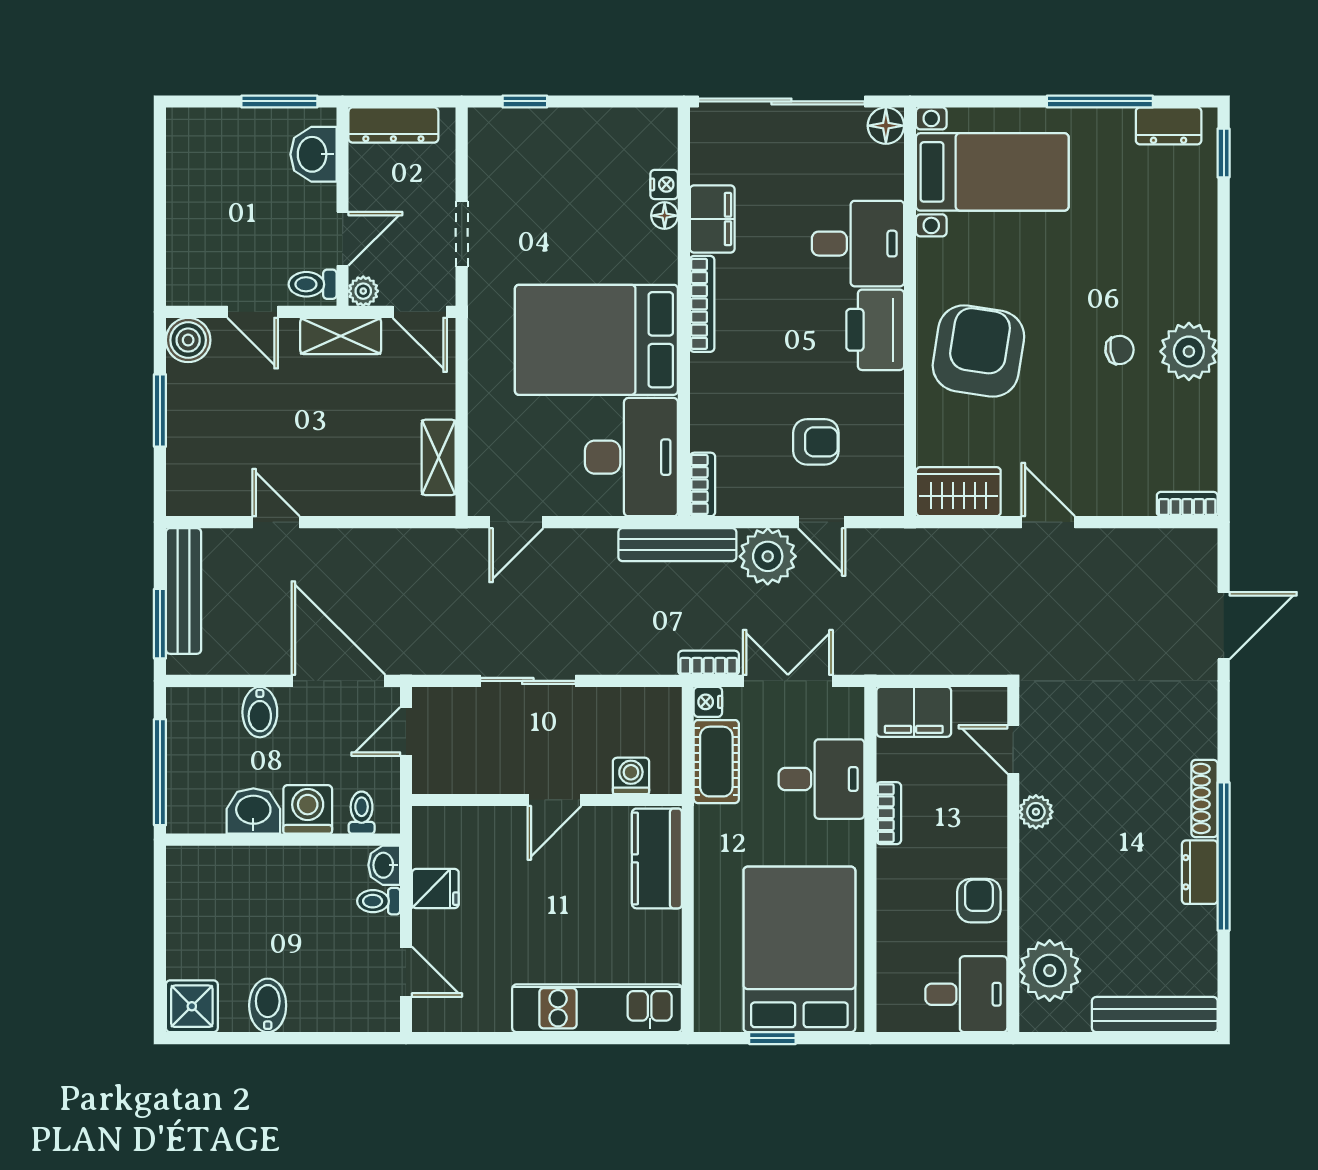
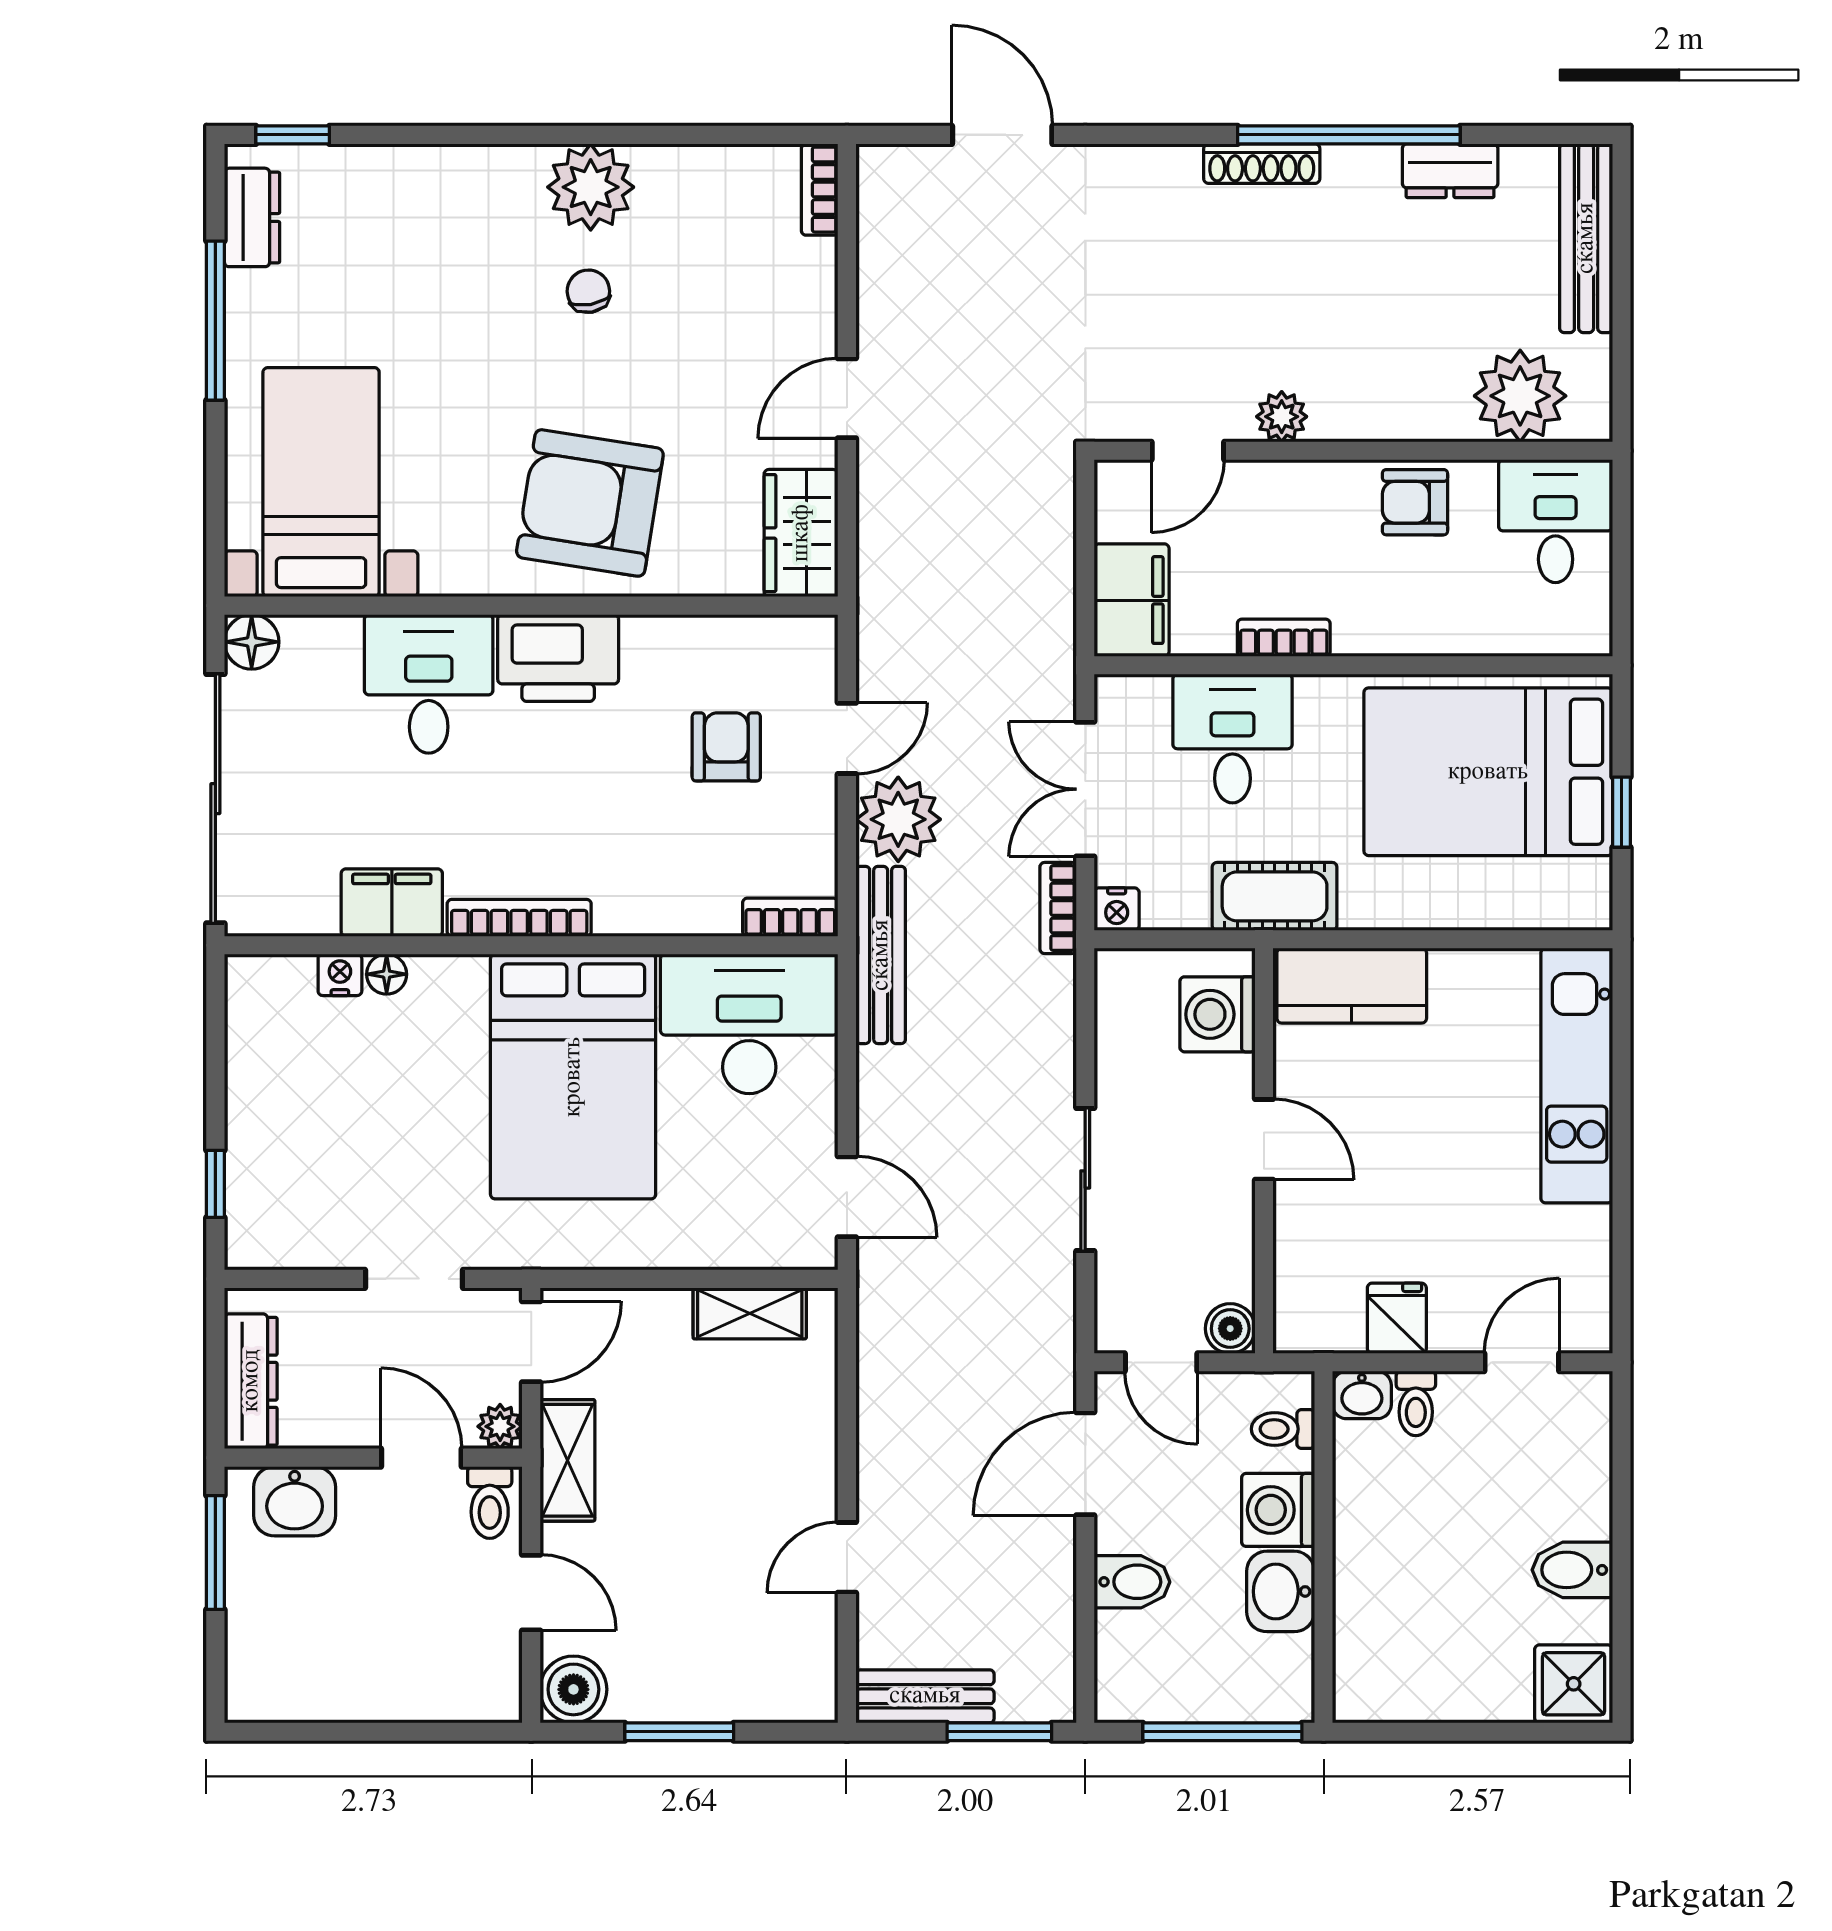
door: (253, 312) -> (531, 1593), hinge flipped
bench: (183, 591) -> (925, 1696), width x0.73
door: (338, 681) -> (1085, 1464), width x0.73
cot: (716, 762) -> (1275, 896), moved
washing machine: (631, 776) -> (1217, 1014), width x1.38, depth x1.38
boiler: (429, 777) -> (1230, 1329), added
dresser: (1200, 872) -> (1450, 171), moved

